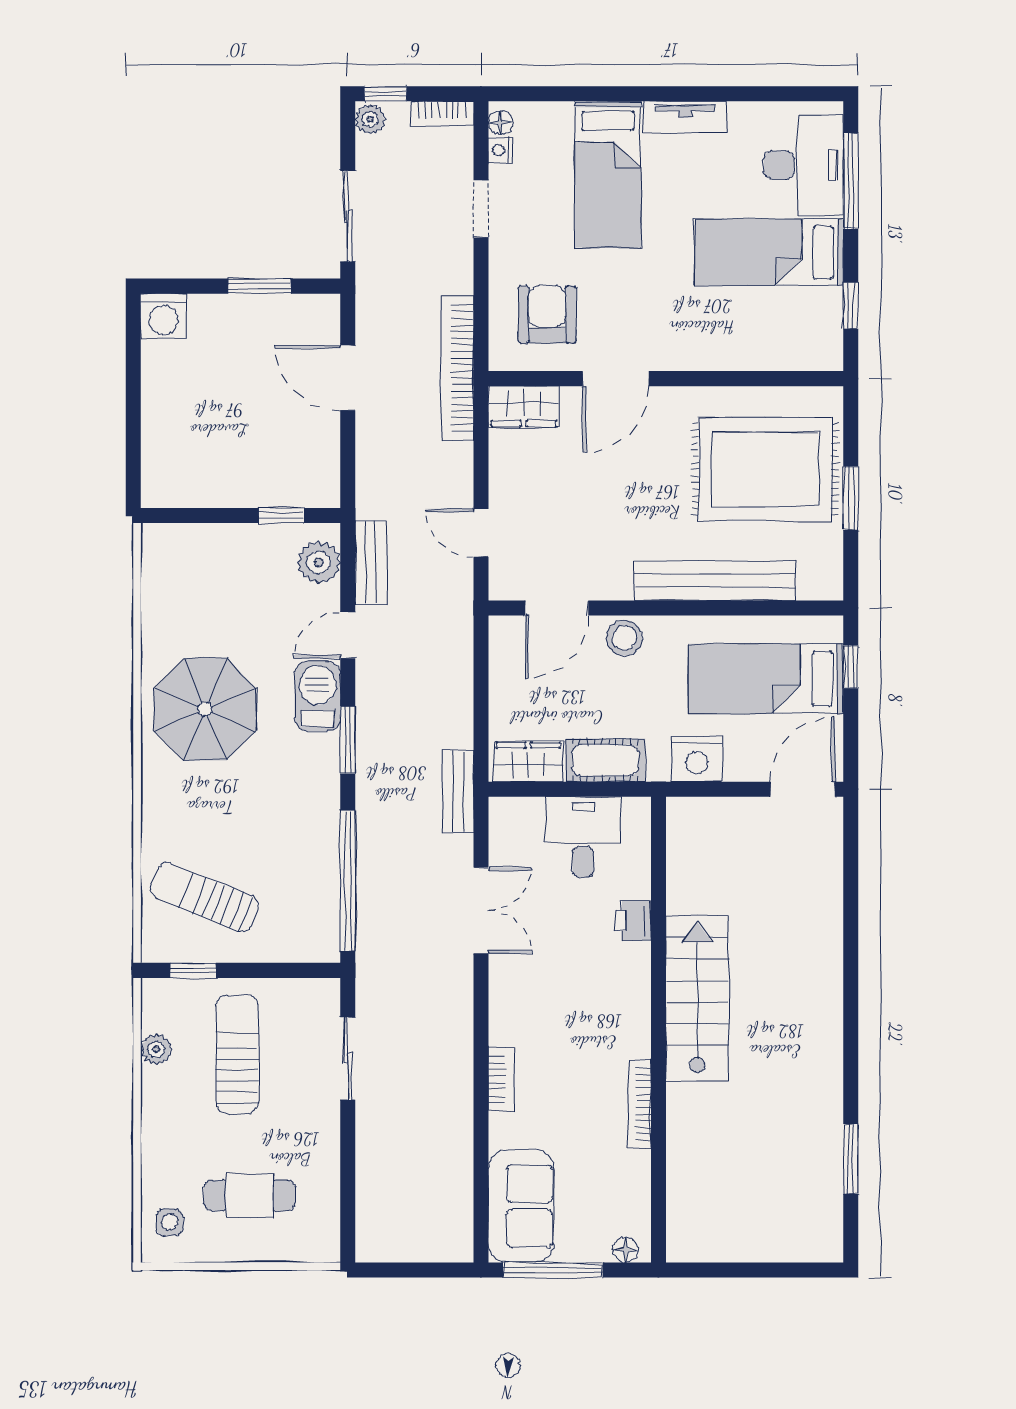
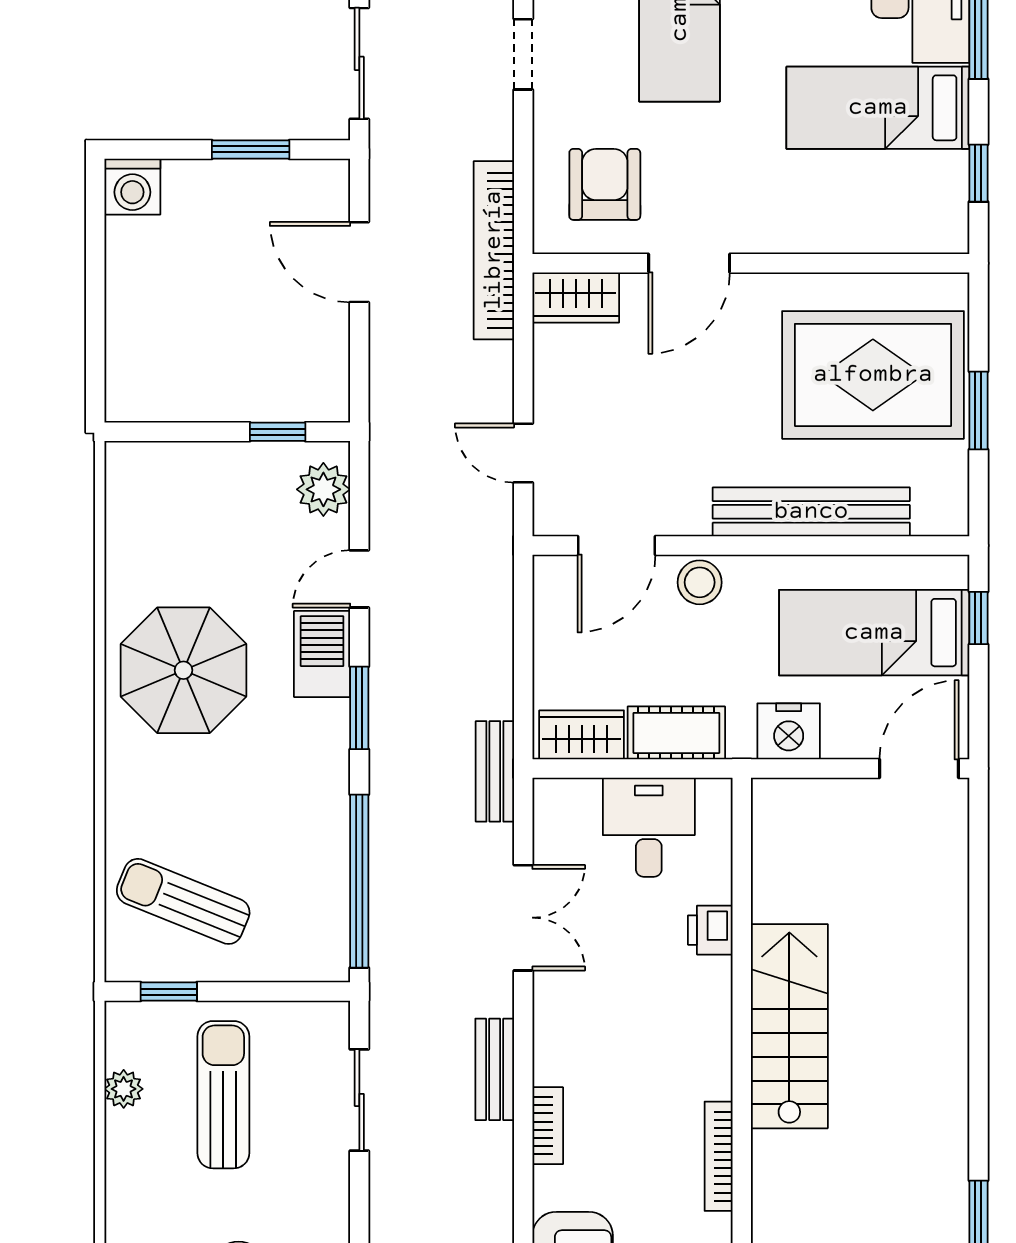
bench: (371, 562) -> (495, 1069), moved

